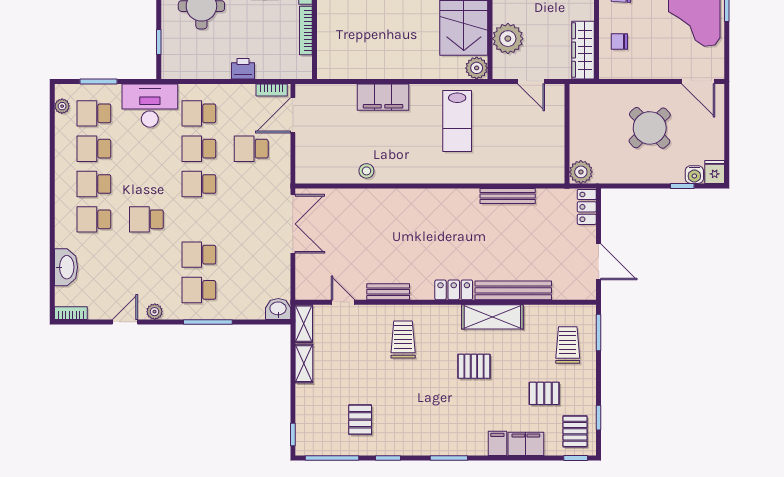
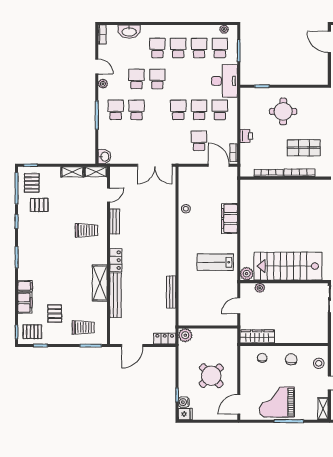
plant: (508, 39) -> (260, 288), width x0.53, depth x0.53
school desk: (146, 255) -> (137, 79), added
pallet: (474, 366) -> (32, 183), moved

